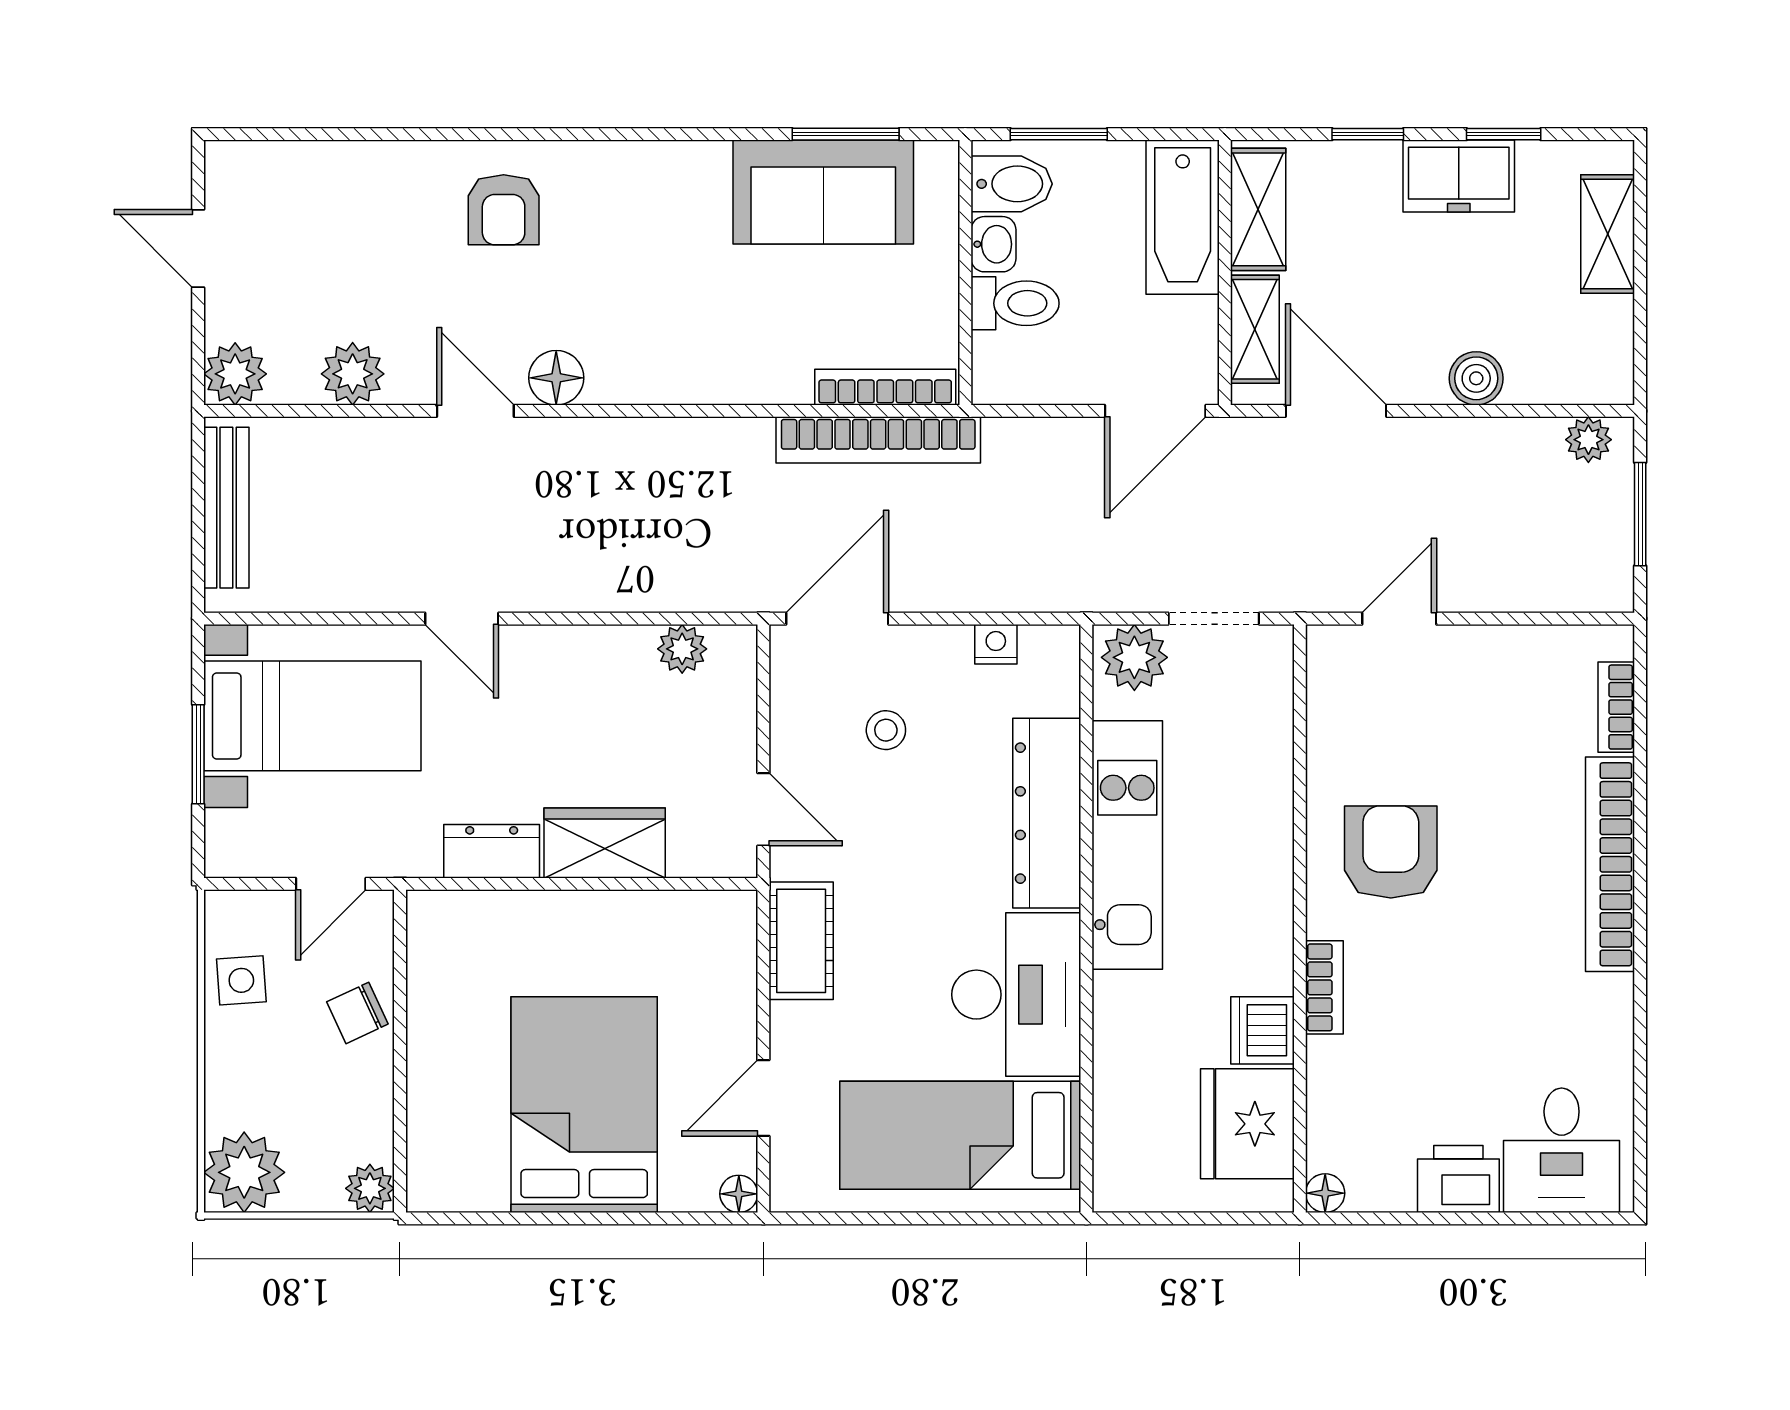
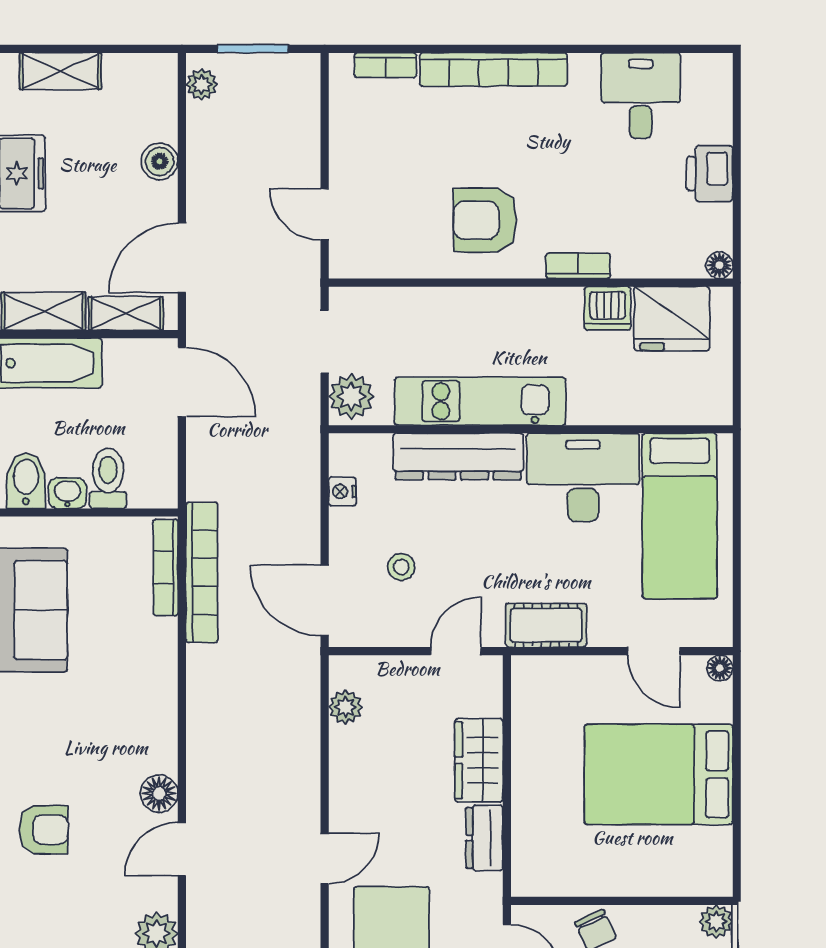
desk: (1562, 1150) -> (641, 96), moved, turned -90

